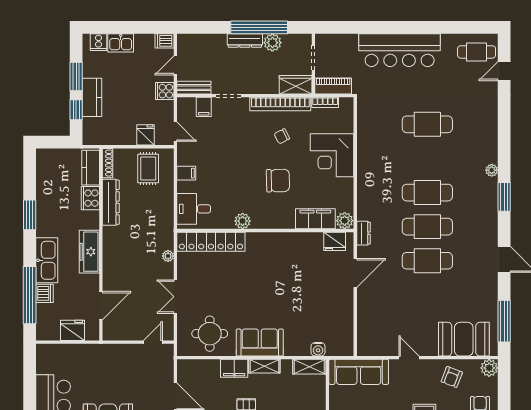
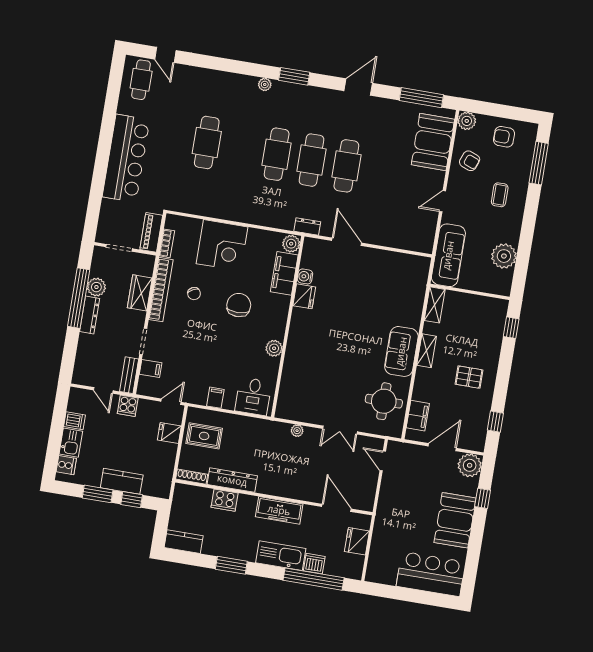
dishwasher: (164, 41) -> (75, 421), moved, turned -90
wardrobe: (296, 85) -> (140, 293), moved
kitchen counter: (91, 168) -> (184, 542), moved, turned 180
fridge: (335, 241) -> (304, 296), moved
locker: (211, 242) -> (290, 384), removed
water cooler: (318, 349) -> (305, 276), moved, turned 180
filing cabinet: (234, 368) -> (418, 416), moved

